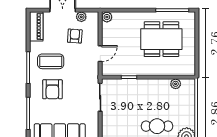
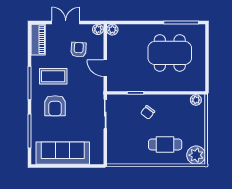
plant: (81, 17) -> (98, 29), moved
door: (100, 54) -> (105, 68), swing flipped
plant: (176, 84) -> (196, 100), moved
chair: (140, 96) -> (148, 112), added

